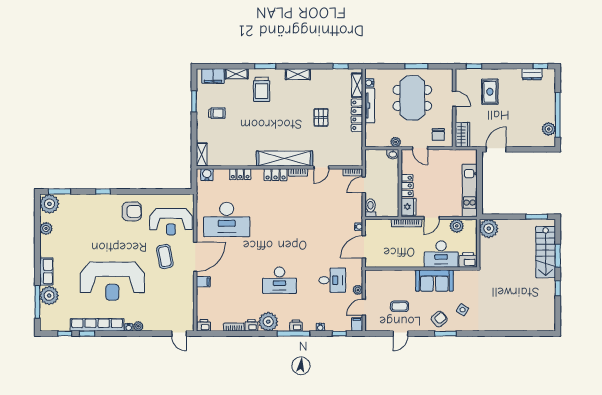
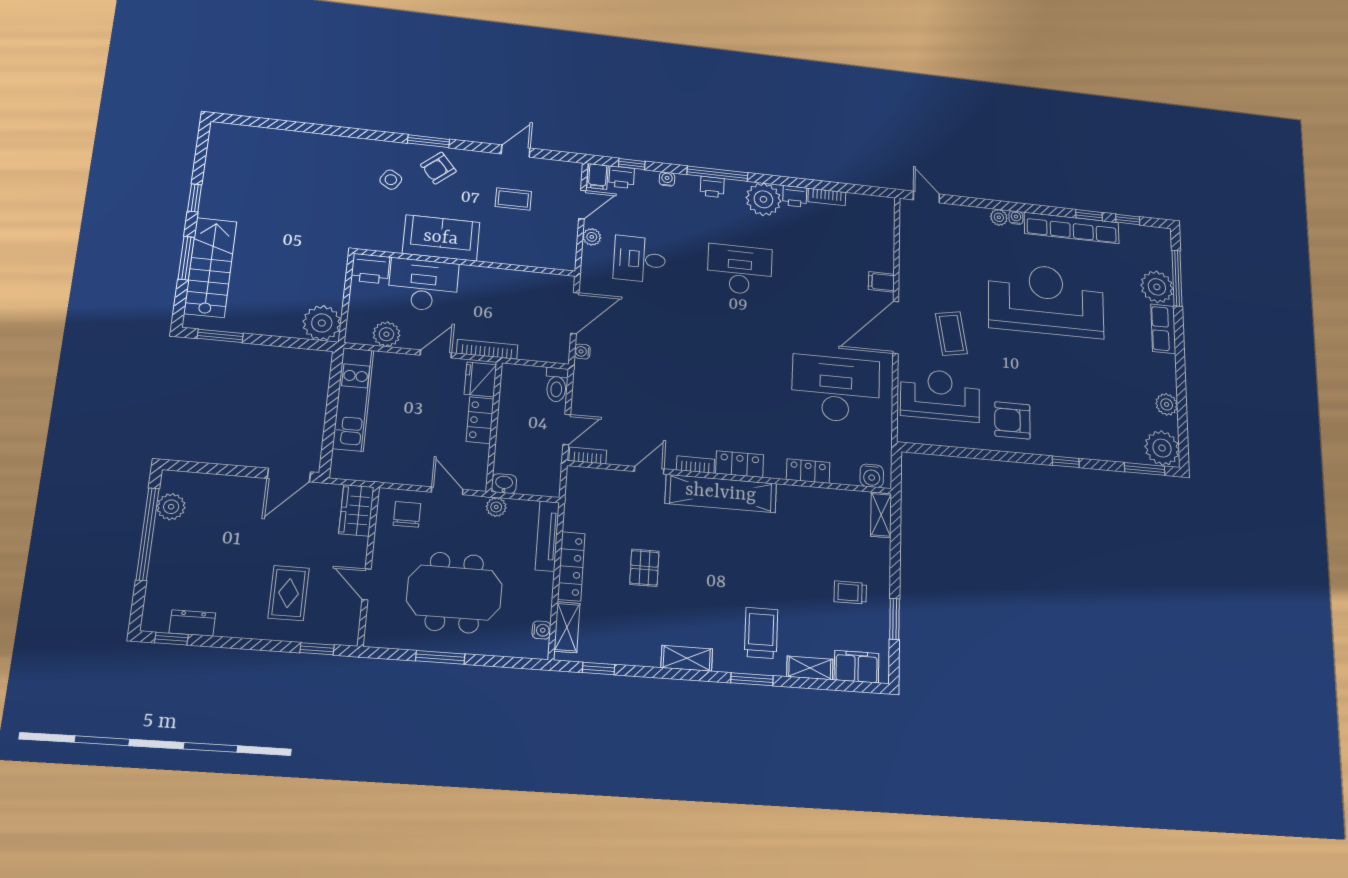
meeting table: (412, 98) -> (454, 593), turned 90
tv unit: (370, 106) -> (547, 536), moved
printer: (204, 325) -> (622, 177), moved

